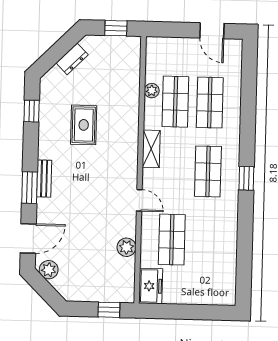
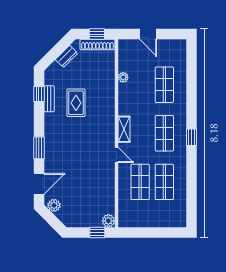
door: (212, 31) -> (148, 34), moved
shoe rack: (116, 43) -> (98, 45), added
shop shelf: (175, 102) -> (164, 182), moved
shelving: (151, 149) -> (124, 129), moved
bench: (44, 179) -> (49, 99), moved
plant: (127, 247) -> (108, 221), moved
freezer: (151, 286) -> (126, 215), removed

